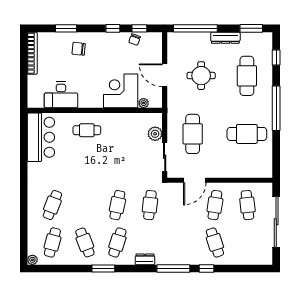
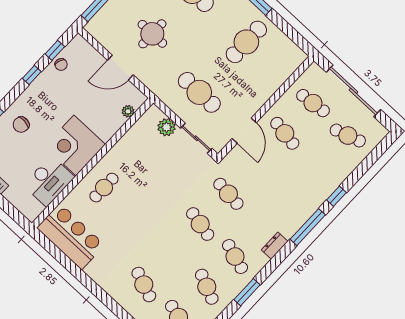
corner desk: (121, 91) -> (75, 145), moved
cafe table: (85, 242) -> (207, 287), turned 45
cafe table: (215, 242) -> (348, 136), moved

